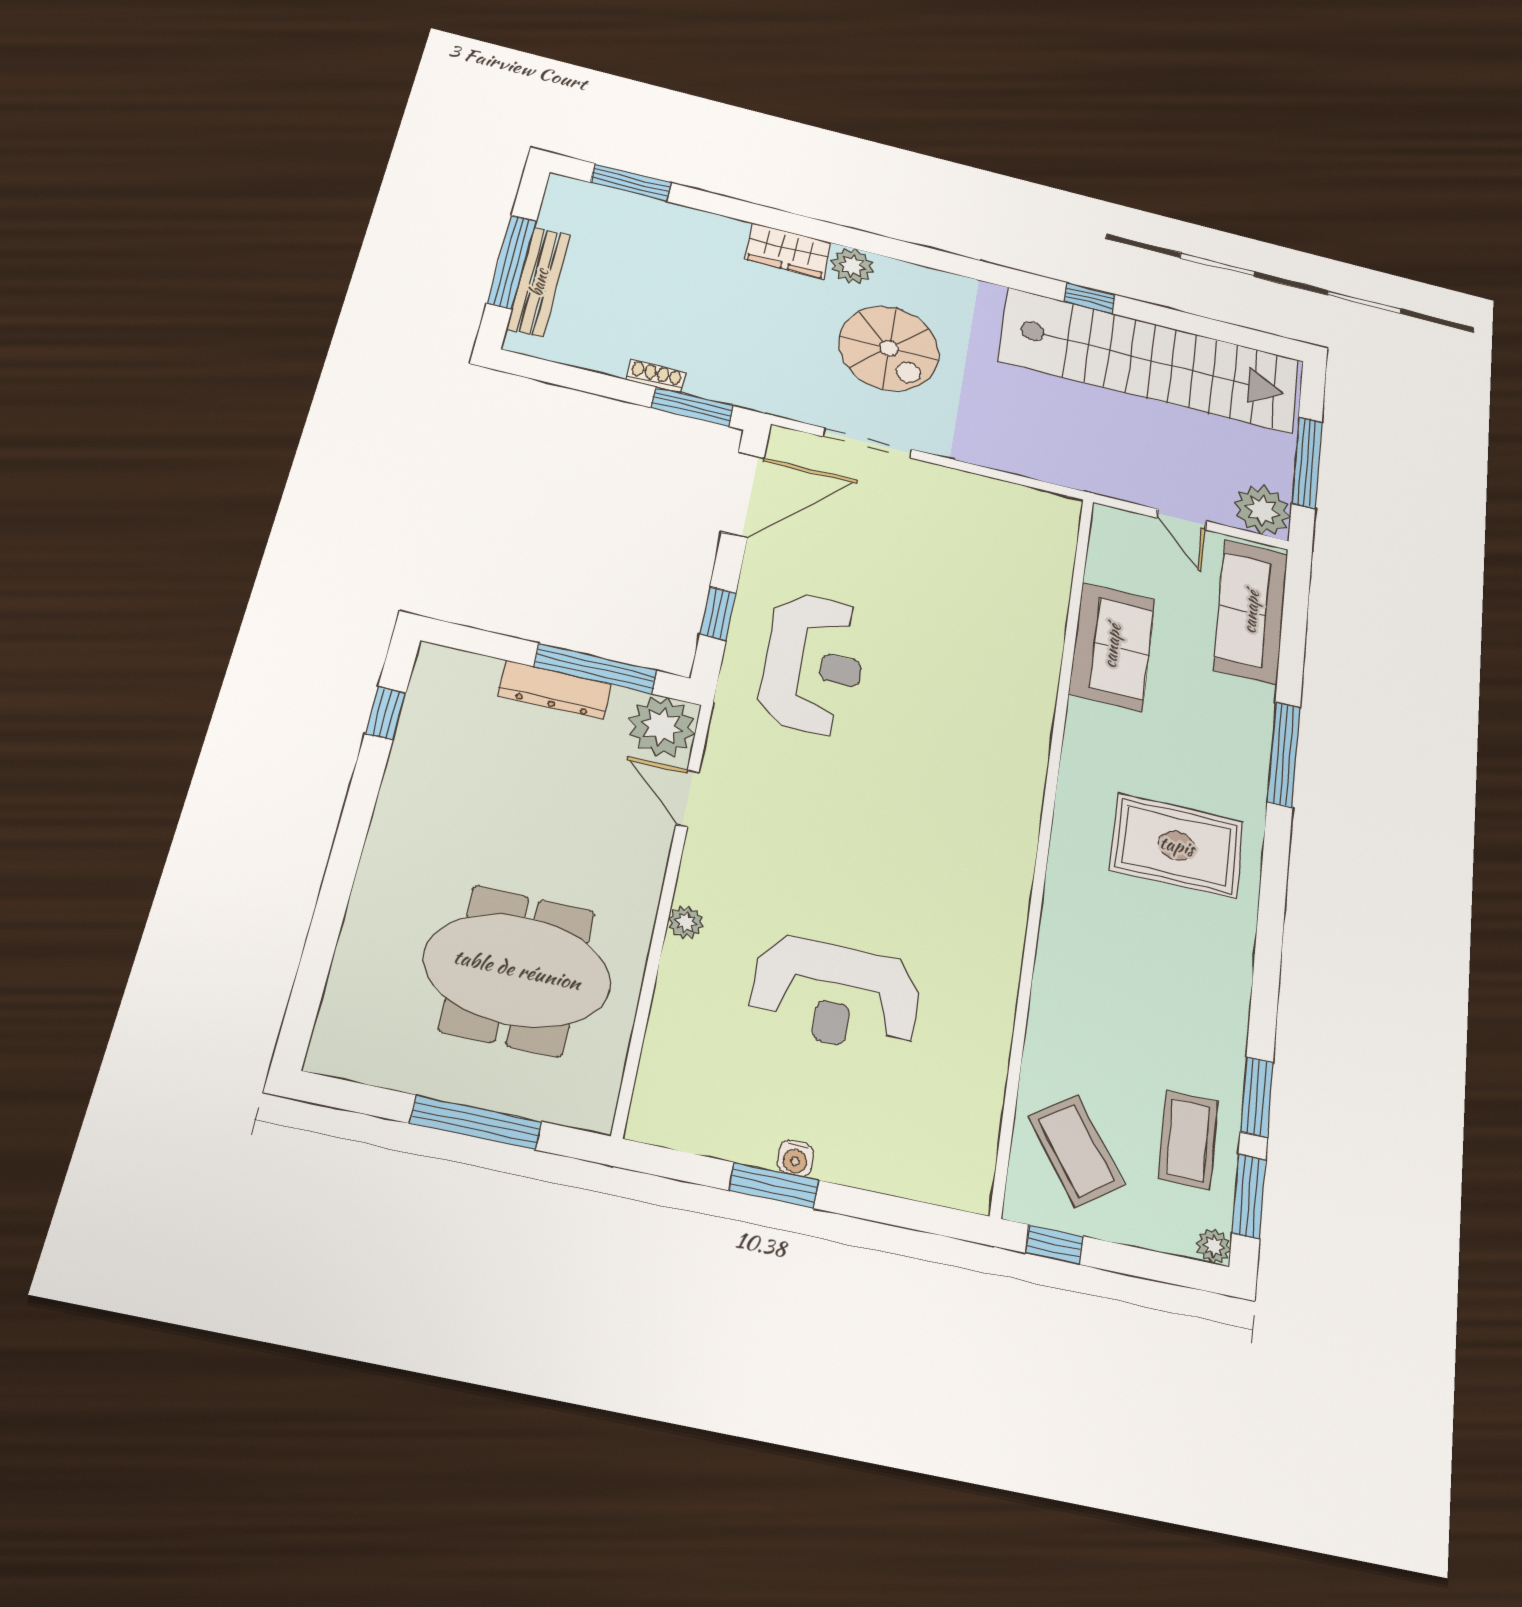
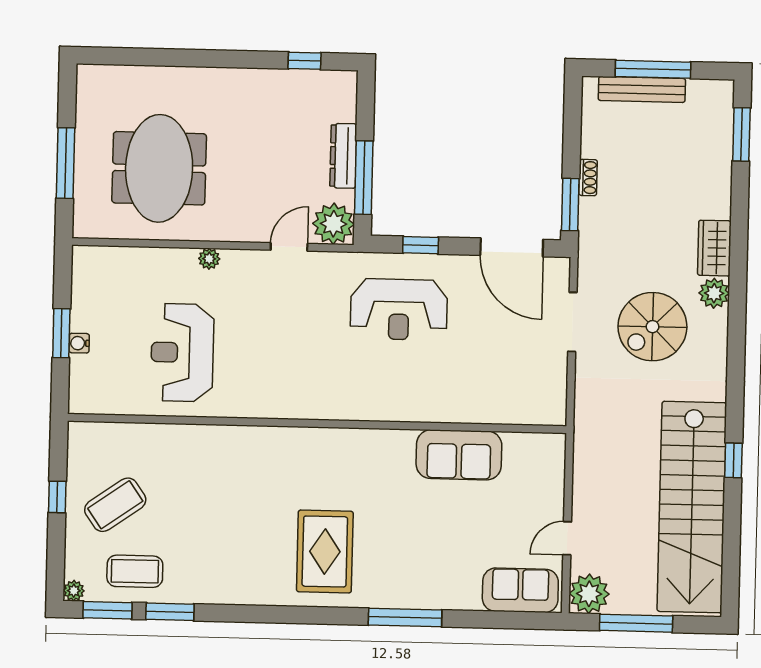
sofa: (1251, 612) -> (520, 590), width x0.73
sofa: (1112, 646) -> (459, 455), moved
wall: (1045, 832) -> (317, 423), moved

